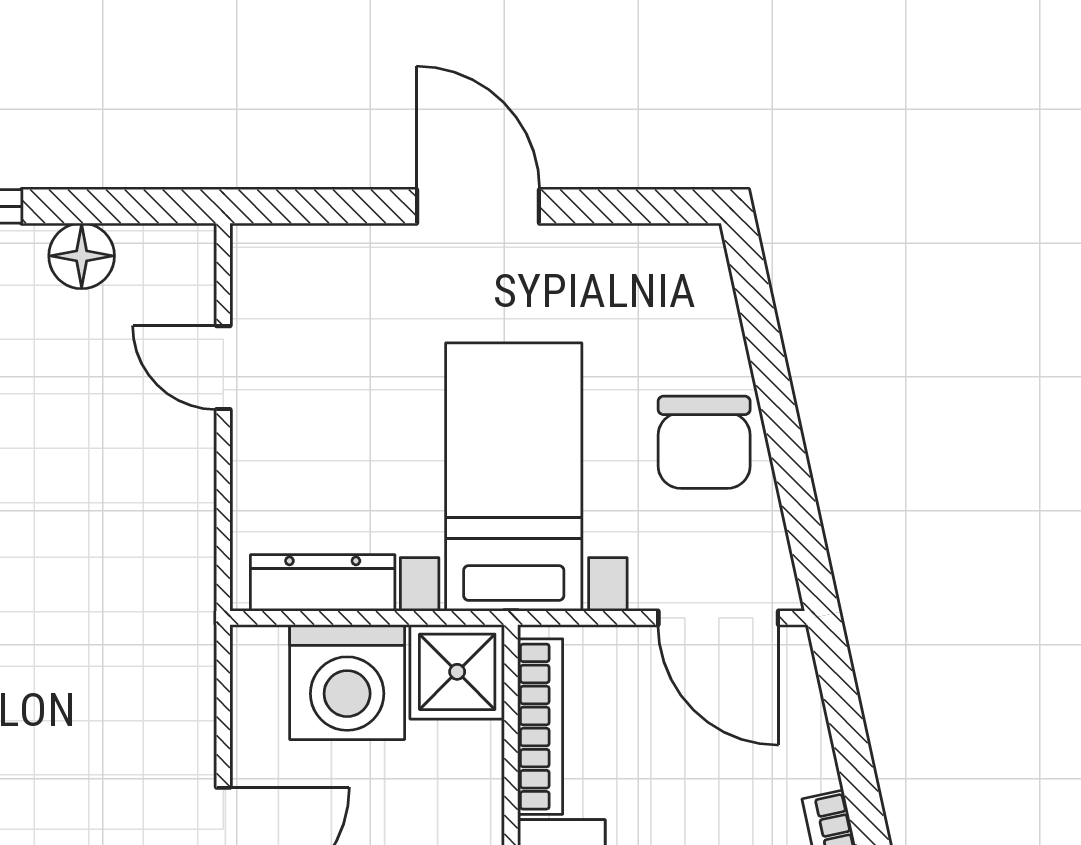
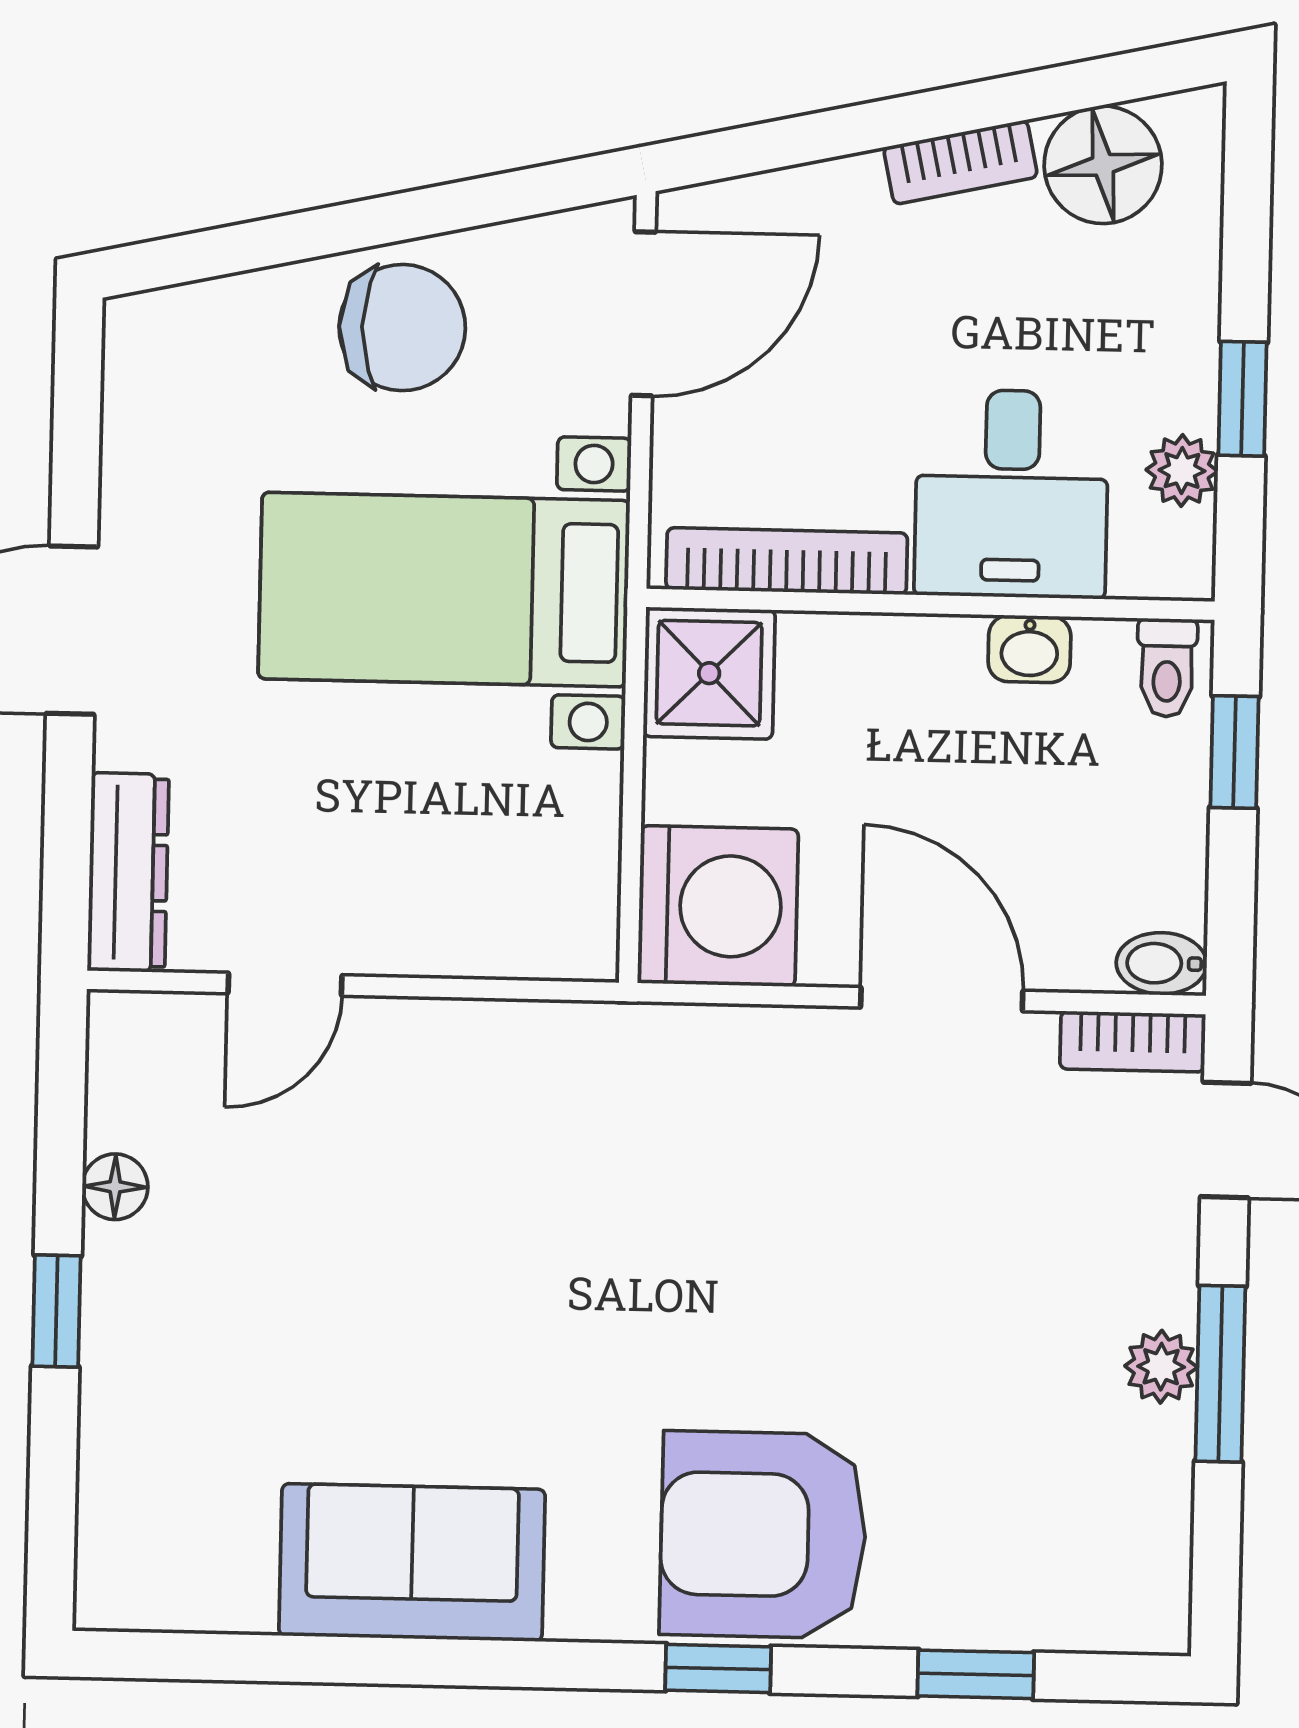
floor lamp: (82, 256) -> (115, 1187), width x0.73, depth x0.73
dresser: (323, 583) -> (128, 872), moved, turned 180
washing machine: (347, 682) -> (718, 906), moved

